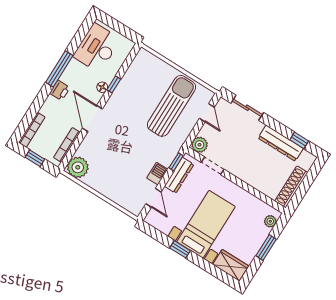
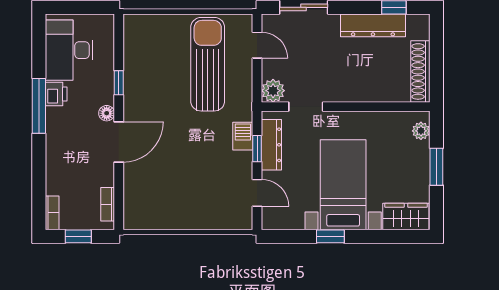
floor lamp: (102, 87) -> (107, 113), moved
printer: (60, 90) -> (56, 94), moved
door: (92, 119) -> (119, 142), swing flipped
bookcase: (32, 130) -> (52, 213), width x0.64
bookcase: (67, 145) -> (108, 204), width x0.64
window: (176, 162) -> (257, 149), moved
plant: (78, 167) -> (139, 214), removed
barbecue: (157, 174) -> (243, 136), moved

